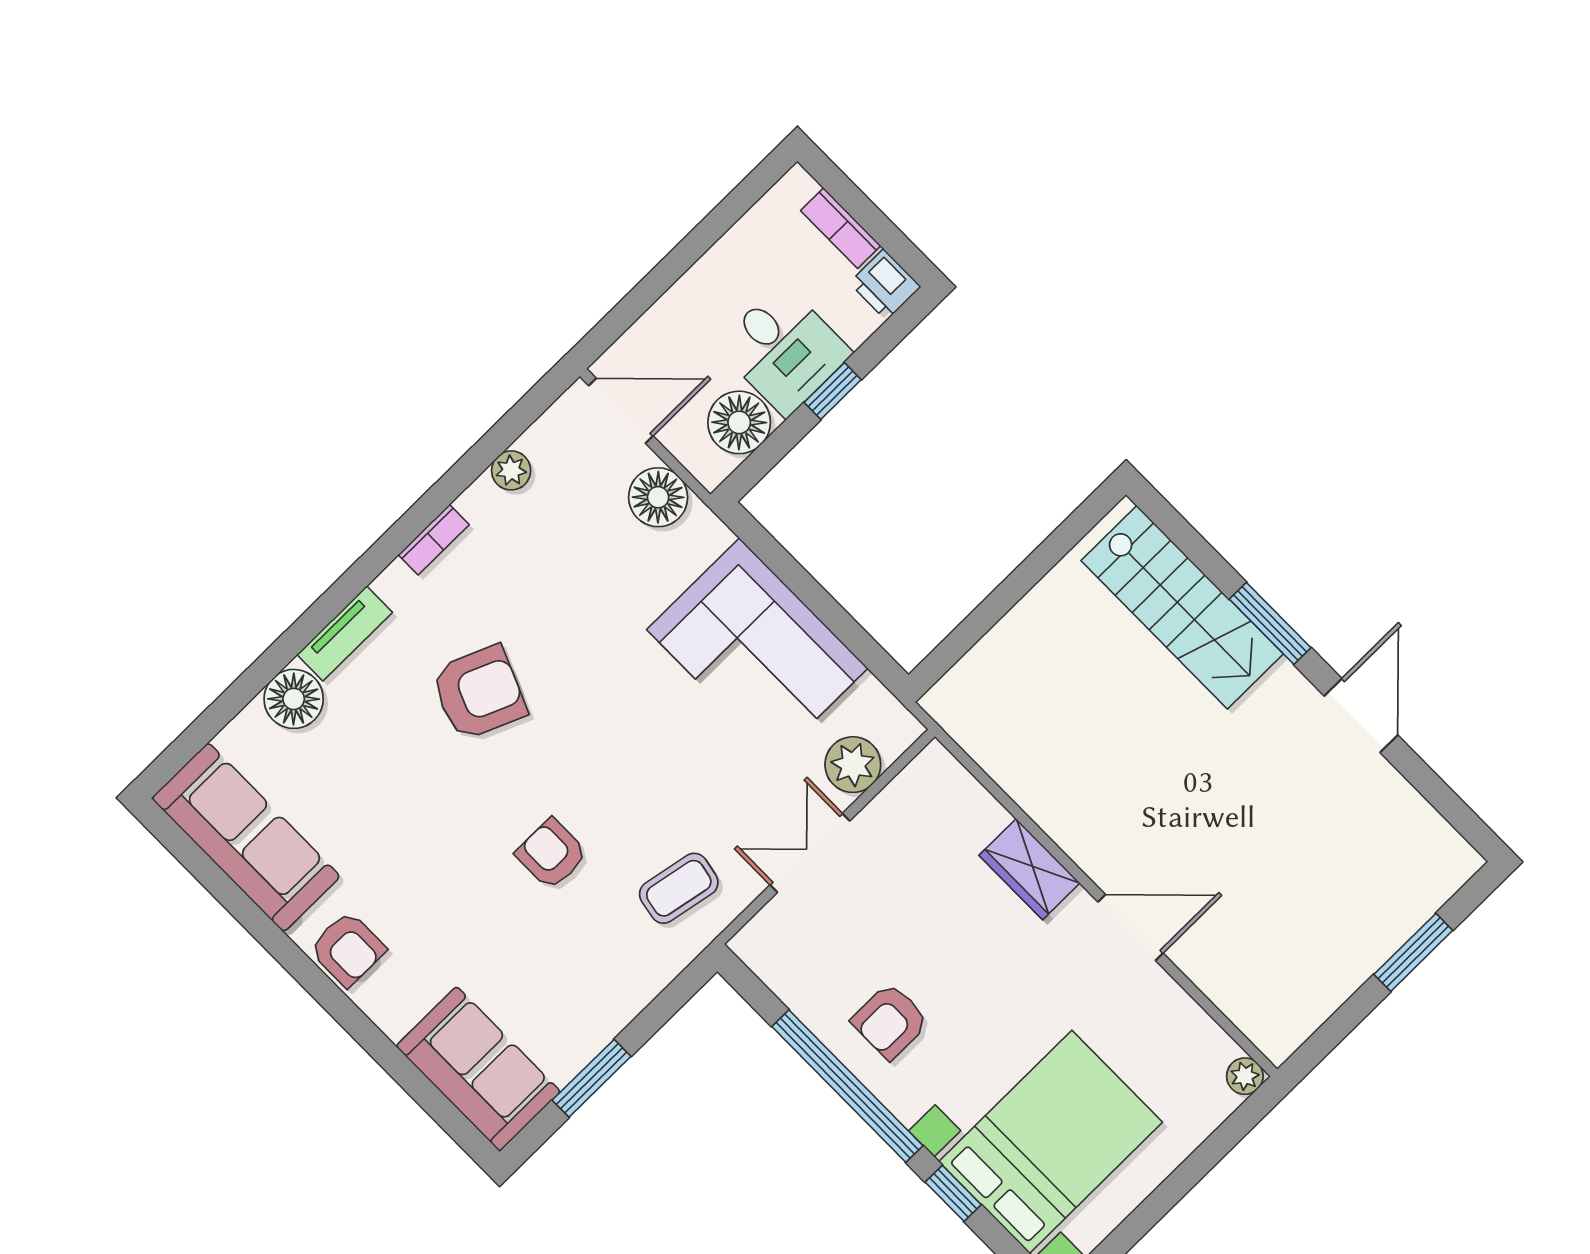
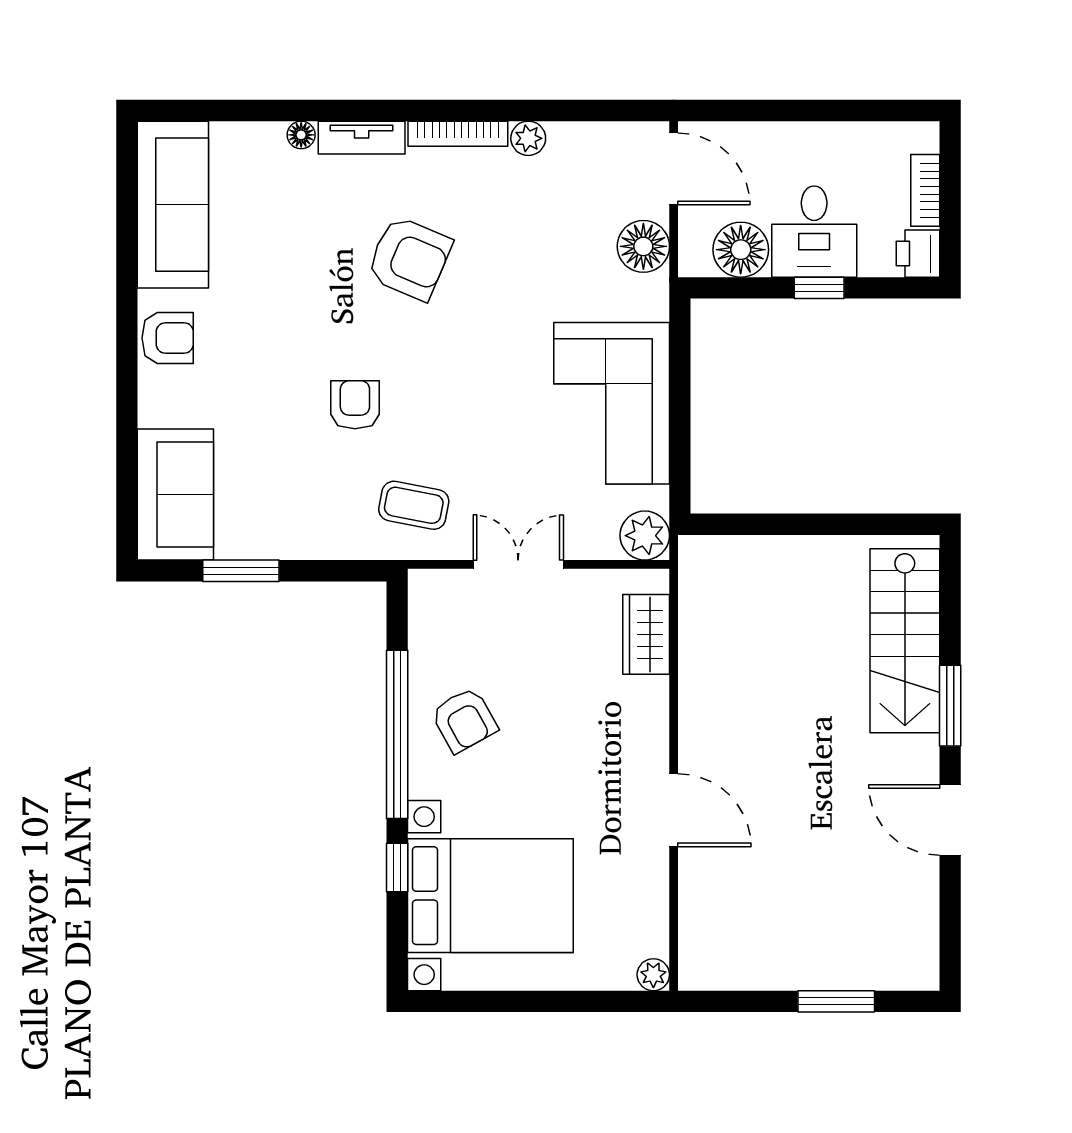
plant: (511, 470) -> (528, 138), moved
bookcase: (434, 540) -> (458, 134), width x1.56
floor lamp: (294, 699) -> (301, 135), width x0.53, depth x0.53
door: (1361, 716) -> (950, 820), swing flipped
plant: (853, 765) -> (645, 536), moved
wardrobe: (1029, 869) -> (646, 634), moved
armchair: (348, 949) -> (168, 338), turned -90
armchair: (890, 1021) -> (464, 720), turned -119

